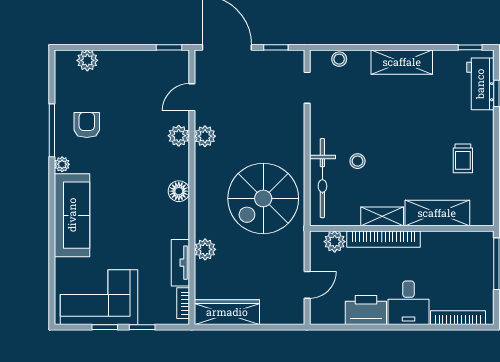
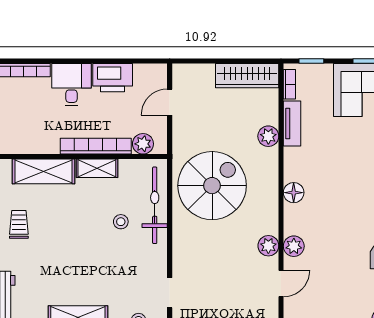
window: (142, 327) -> (311, 61), moved

